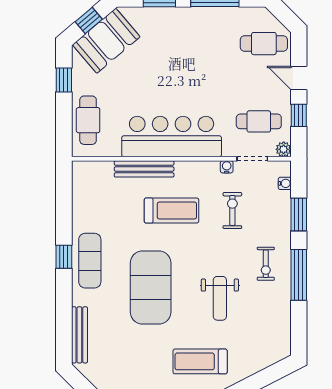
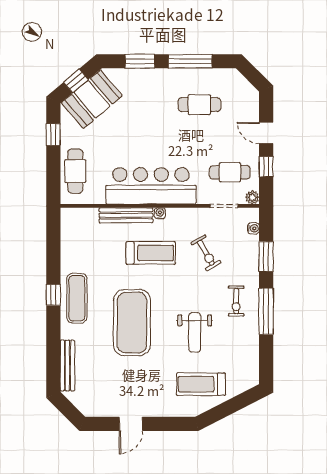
cafe table: (264, 44) -> (199, 105), moved
water cooler: (227, 167) -> (160, 213), moved
exercise bike: (232, 210) -> (206, 253), turned 150
treadmill: (200, 361) -> (201, 384), moved

